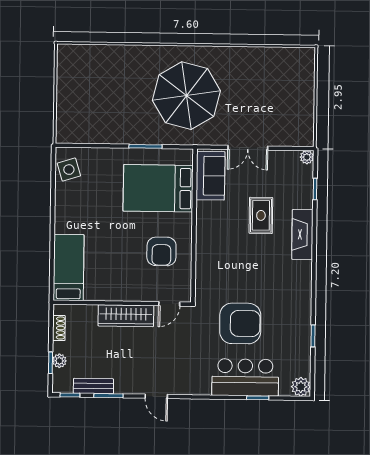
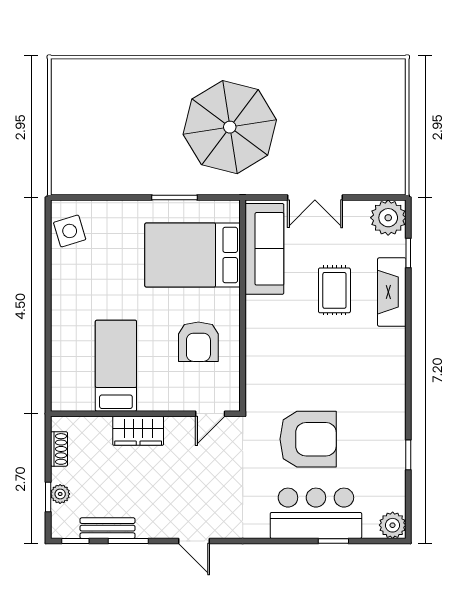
plant: (307, 157) -> (388, 218), width x1.87, depth x1.87
sofa: (211, 176) -> (264, 249), width x1.36
fireplace: (302, 235) -> (392, 292), moved
bed: (69, 268) -> (116, 366), moved
wardrobe: (126, 316) -> (138, 431), width x0.67

